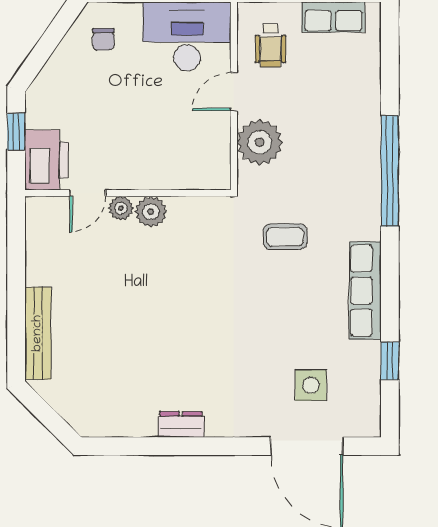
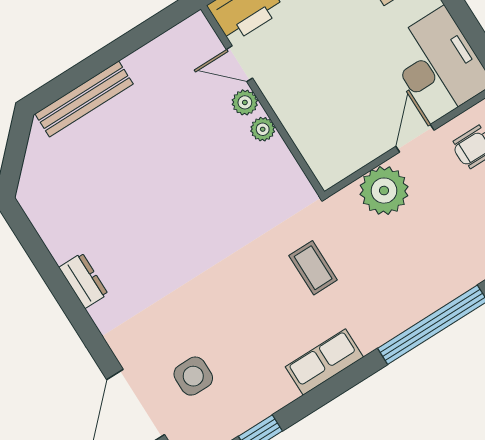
door: (234, 92) -> (415, 138), hinge flipped
plant: (151, 212) -> (263, 129), width x0.73, depth x0.73
row of seats: (365, 291) -> (324, 362), width x0.68

